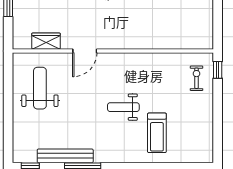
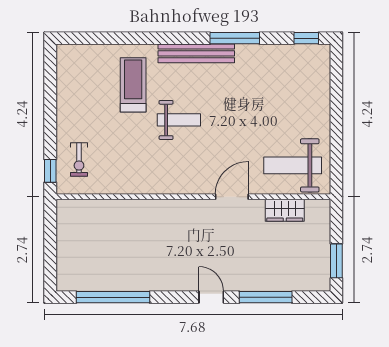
weight bench: (40, 88) -> (293, 165), moved, turned 90
bench: (65, 156) -> (196, 53), moved

